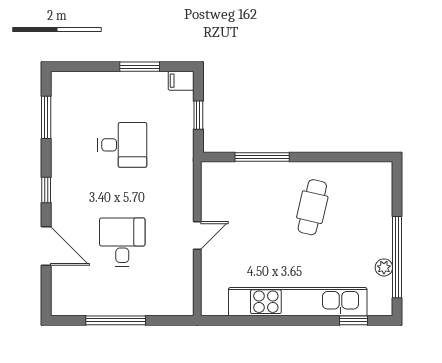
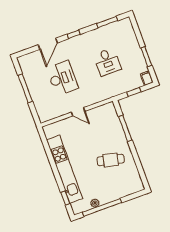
desk: (122, 242) -> (62, 78), width x1.37

